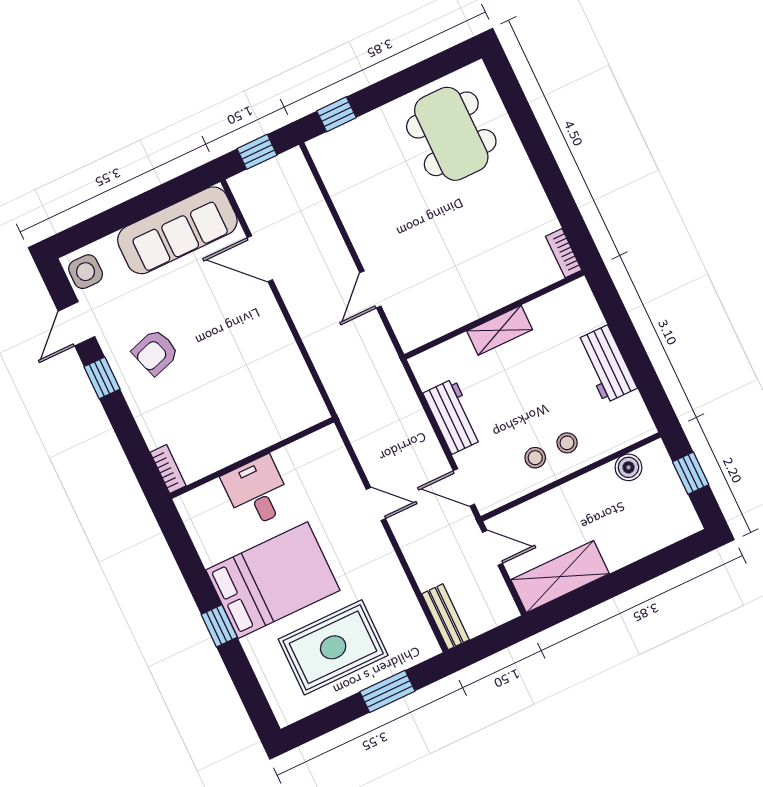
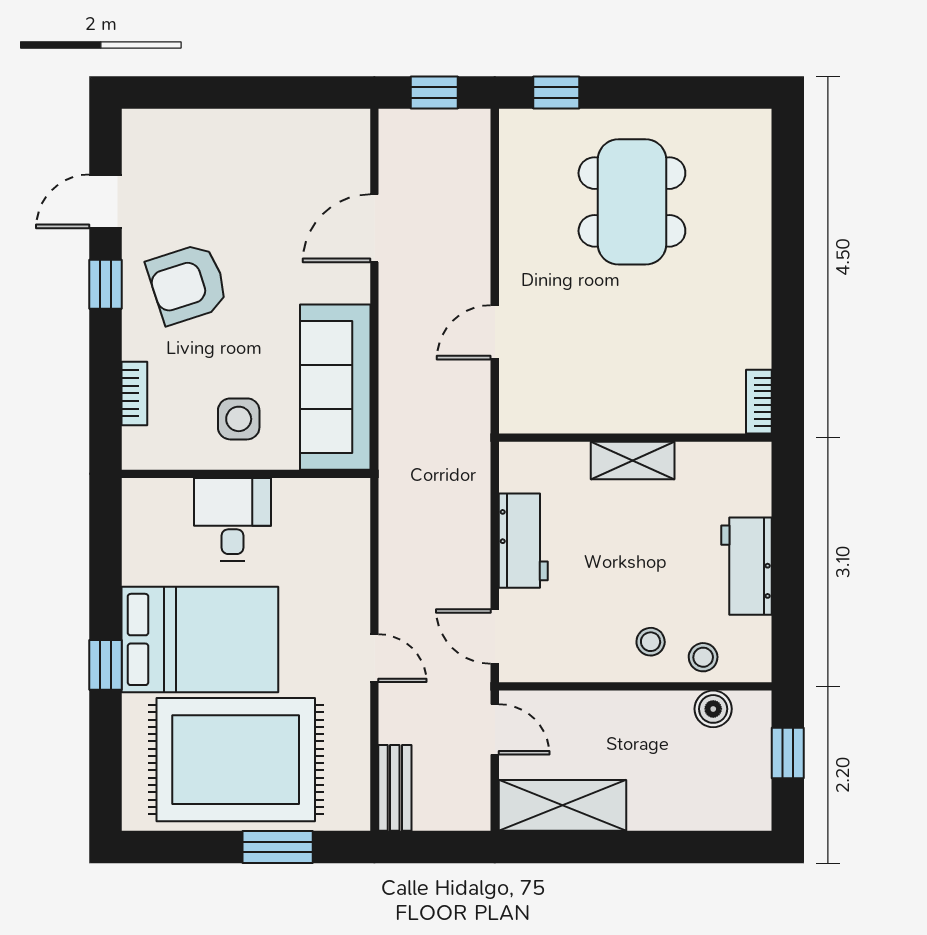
dining table: (451, 134) -> (632, 202), moved
sofa: (177, 230) -> (335, 387), moved, turned 90
door: (260, 259) -> (374, 228), hinge flipped
side table: (86, 272) -> (239, 419), moved
armchair: (155, 352) -> (188, 284), width x1.38, depth x1.38
stool: (535, 458) -> (703, 657), moved
bookcase: (168, 469) -> (134, 393), moved
door: (376, 504) -> (374, 658), moved
rug: (333, 647) -> (236, 760), width x1.37, depth x1.44

